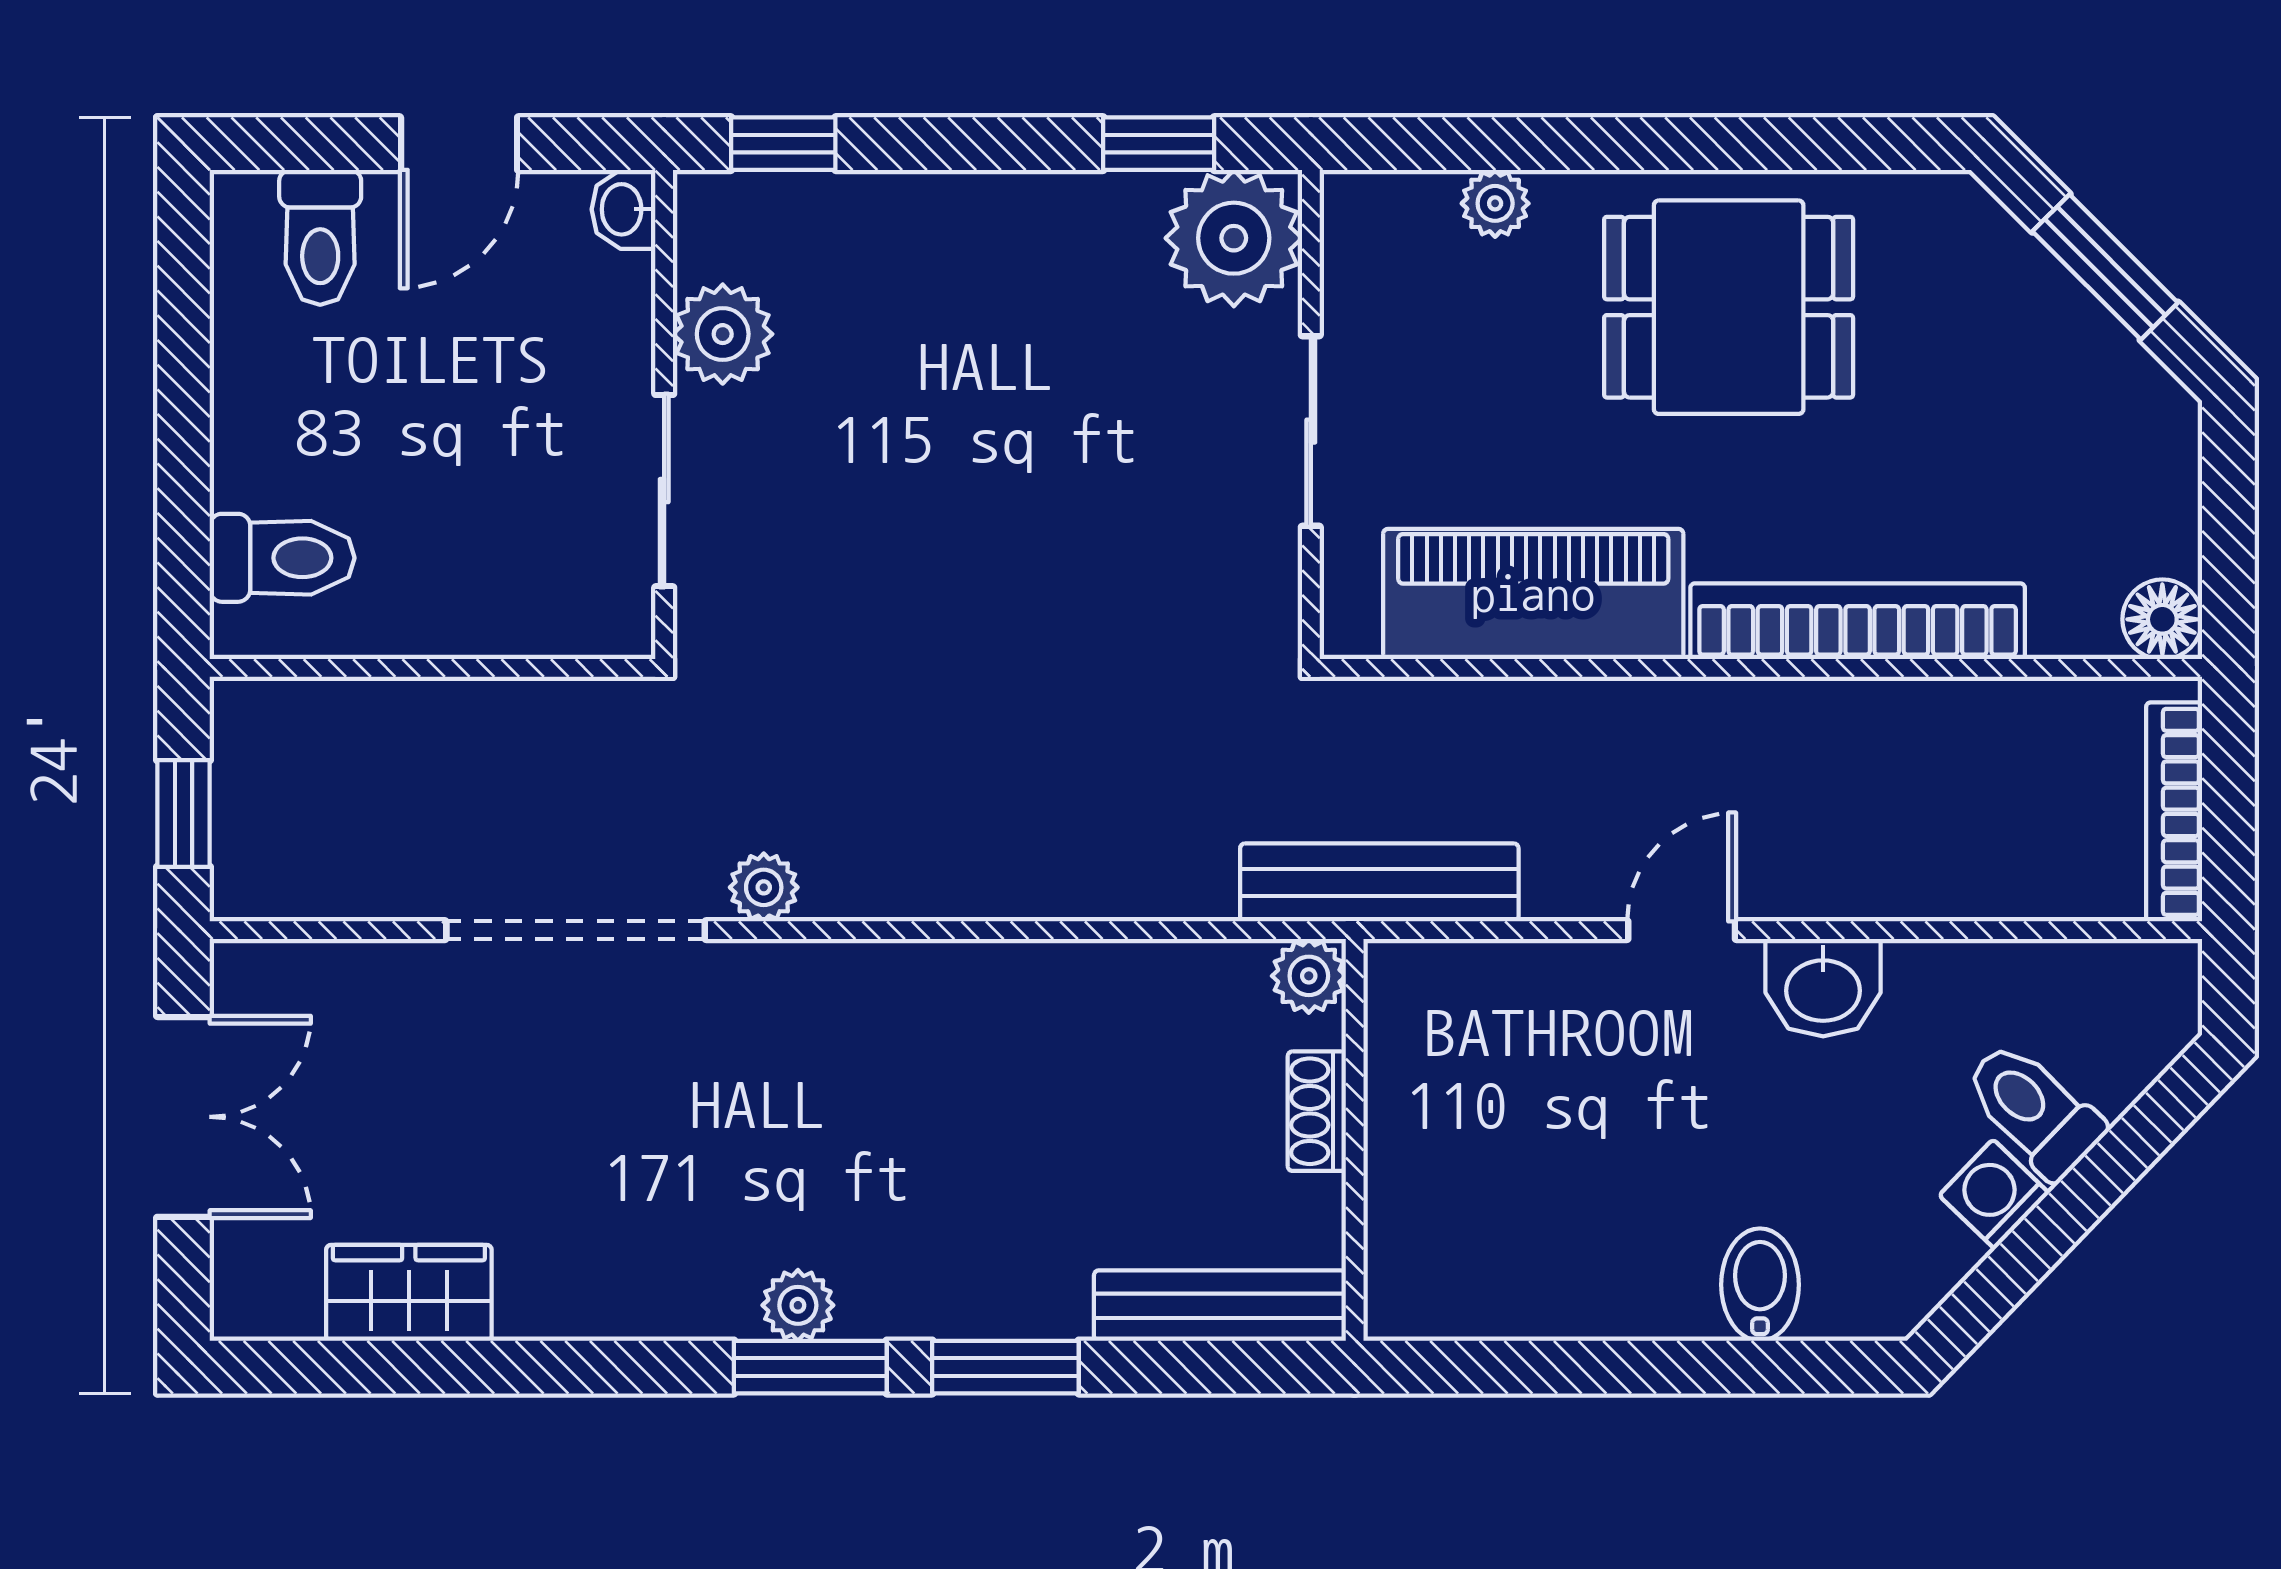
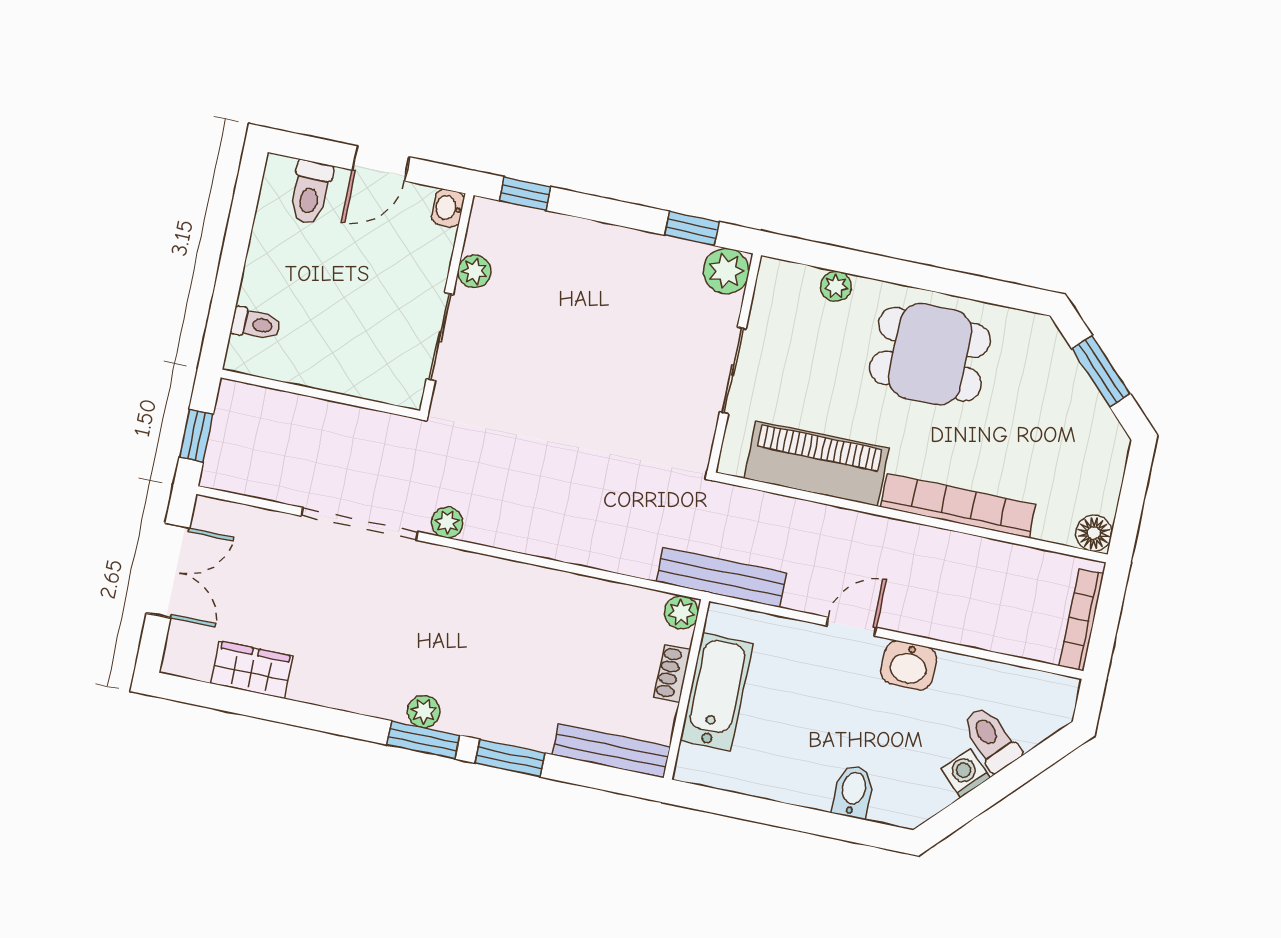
plant: (1234, 238) -> (726, 271), width x0.73, depth x0.73
plant: (723, 334) -> (474, 271), width x0.73, depth x0.73
toilet: (282, 558) -> (256, 324), width x0.73, depth x0.72
bathtub: (1420, 1131) -> (716, 692), added

